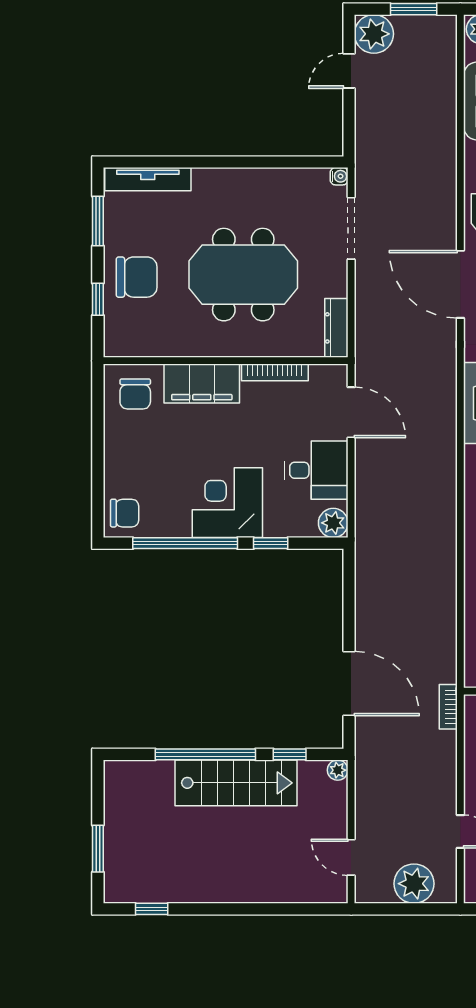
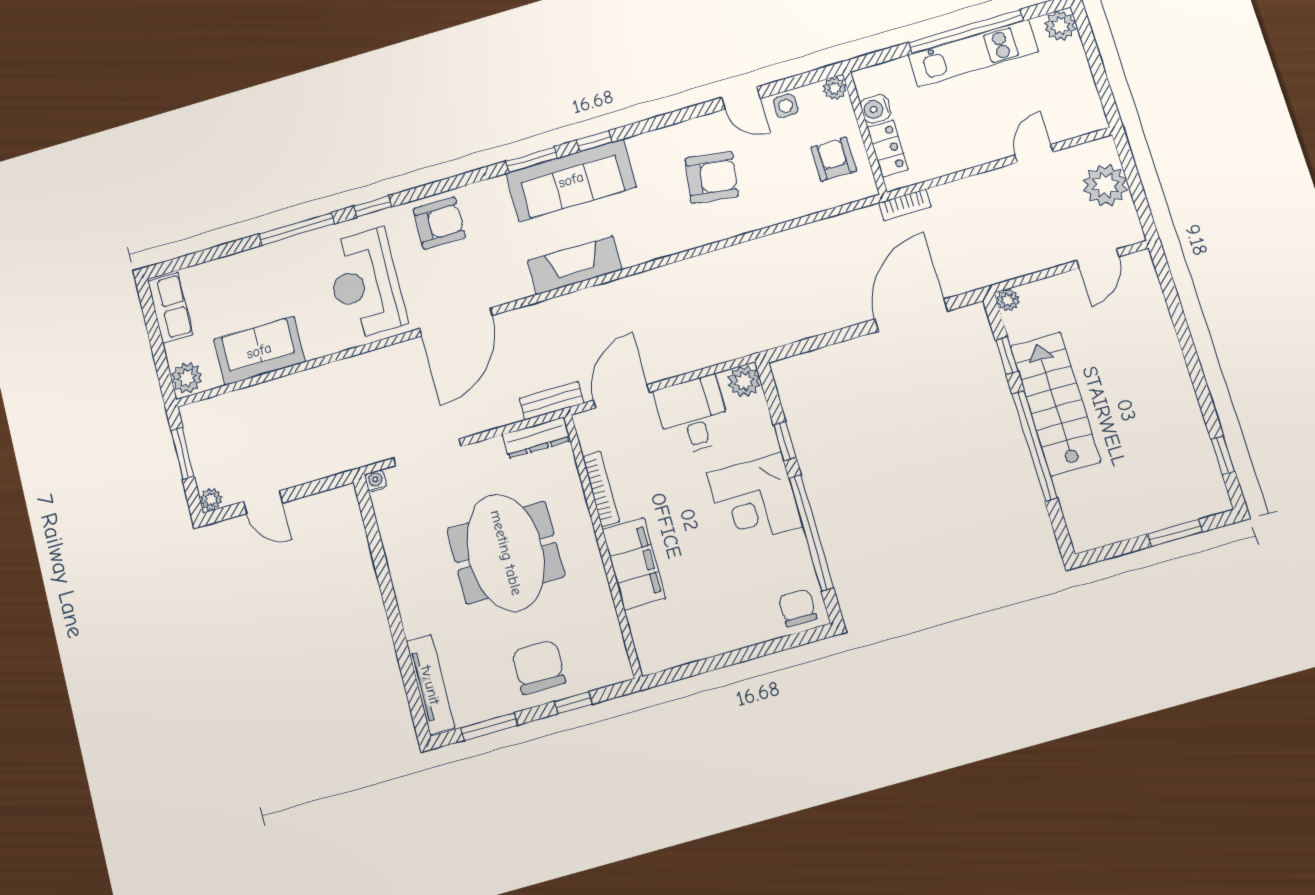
plant: (374, 34) -> (211, 500), width x0.53, depth x0.53
bench: (365, 350) -> (552, 401), added
chair: (135, 394) -> (665, 633), removed

